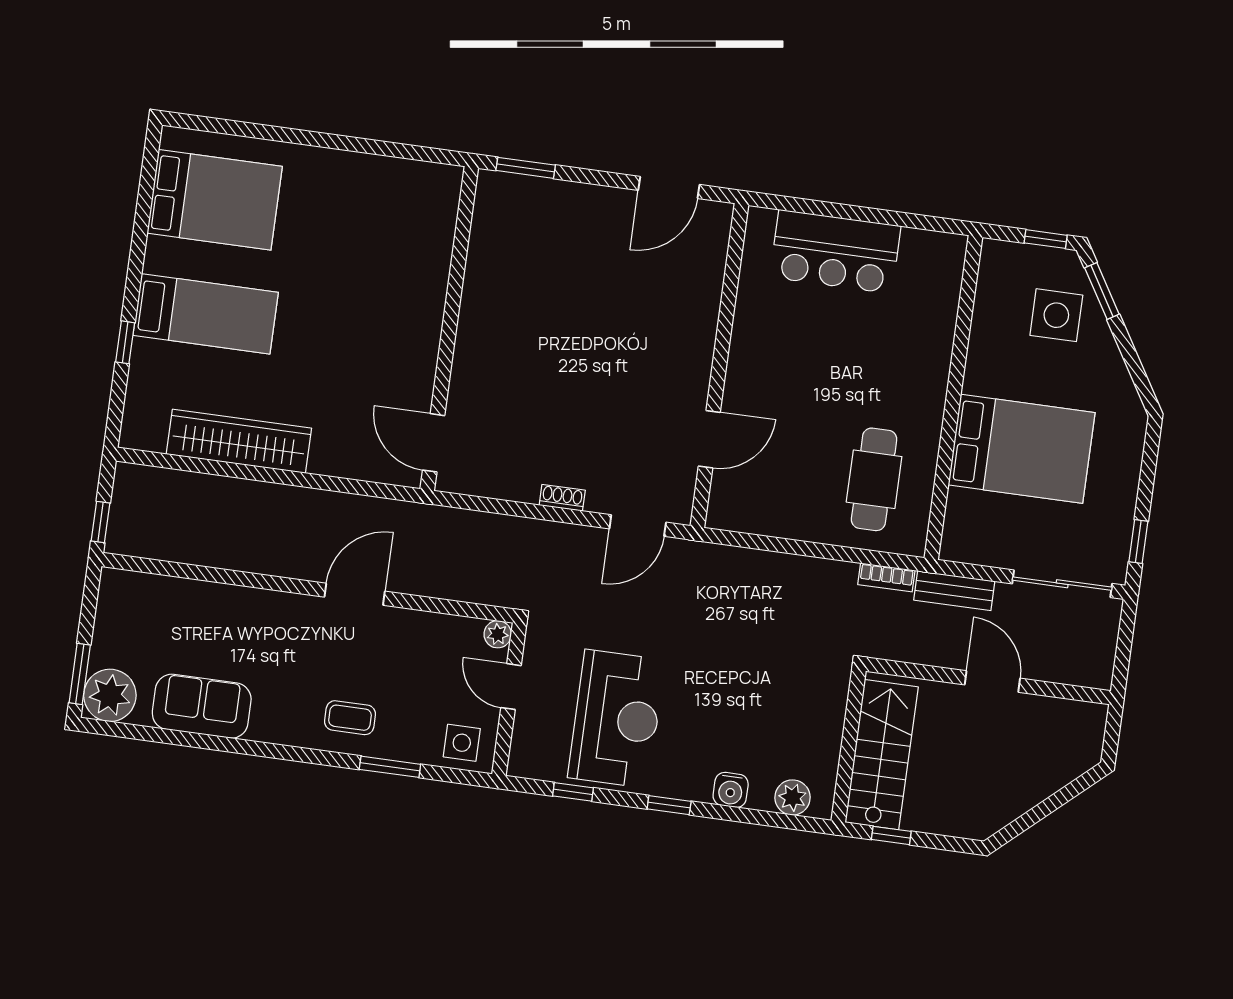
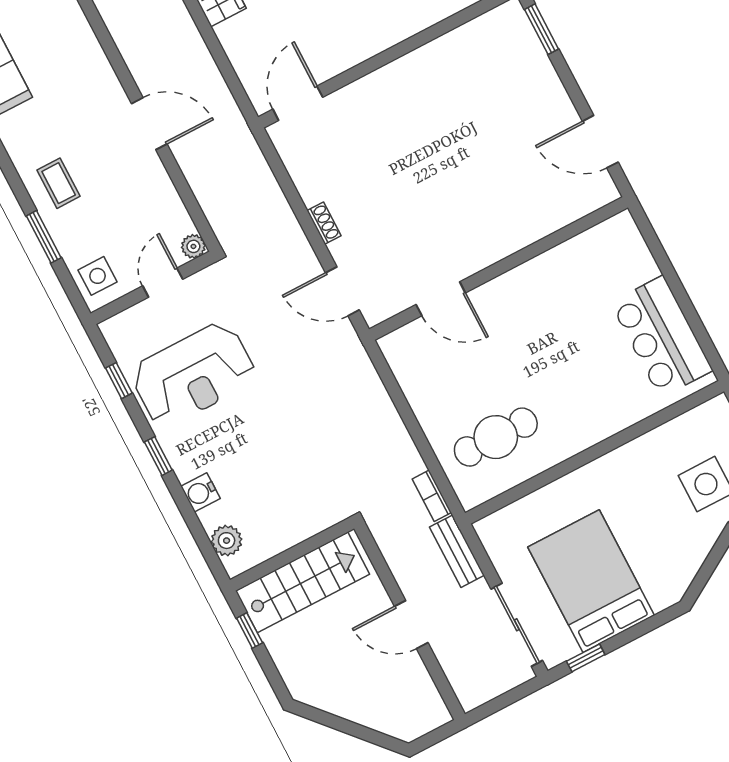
bar counter: (835, 252) -> (662, 337), moved
bed: (1022, 449) -> (591, 581), moved, turned 180
door: (992, 682) -> (411, 625), swing flipped

